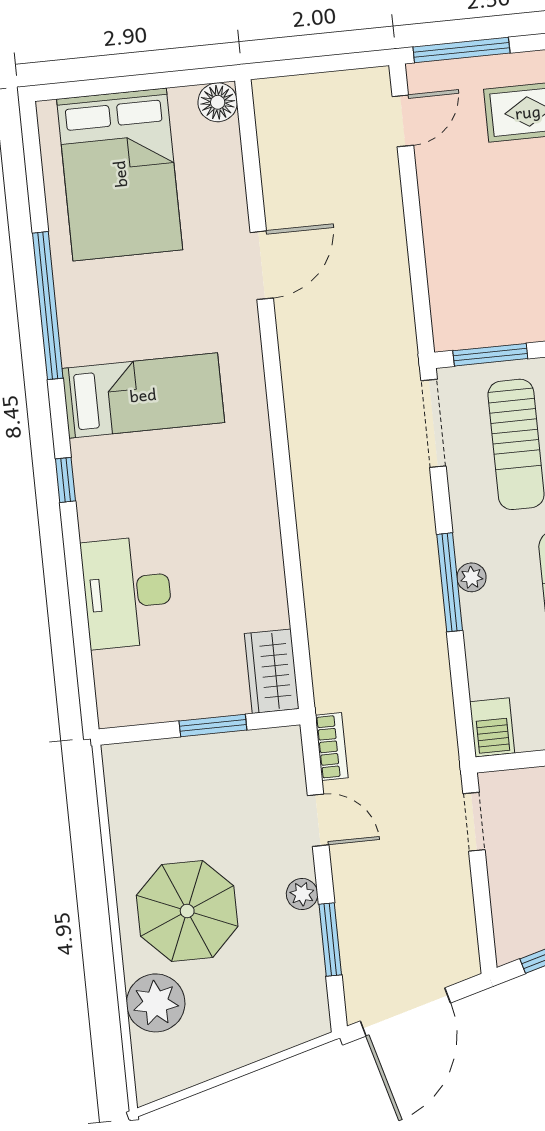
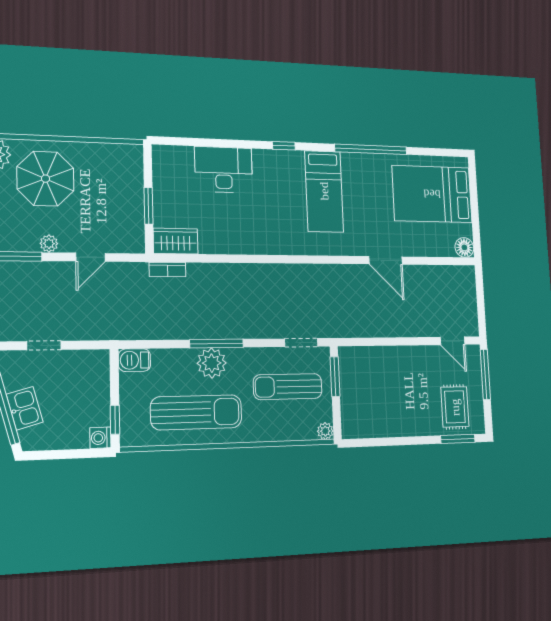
doorway: (434, 423) -> (301, 343), width x0.73
plant: (472, 577) -> (212, 363), width x1.88, depth x1.88
bookcase: (332, 747) -> (167, 270), moved
doorway: (474, 822) -> (44, 345), moved

